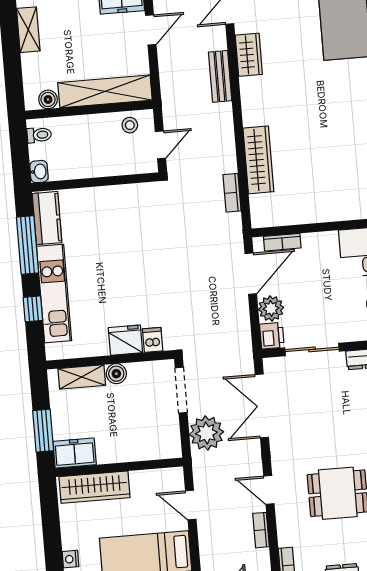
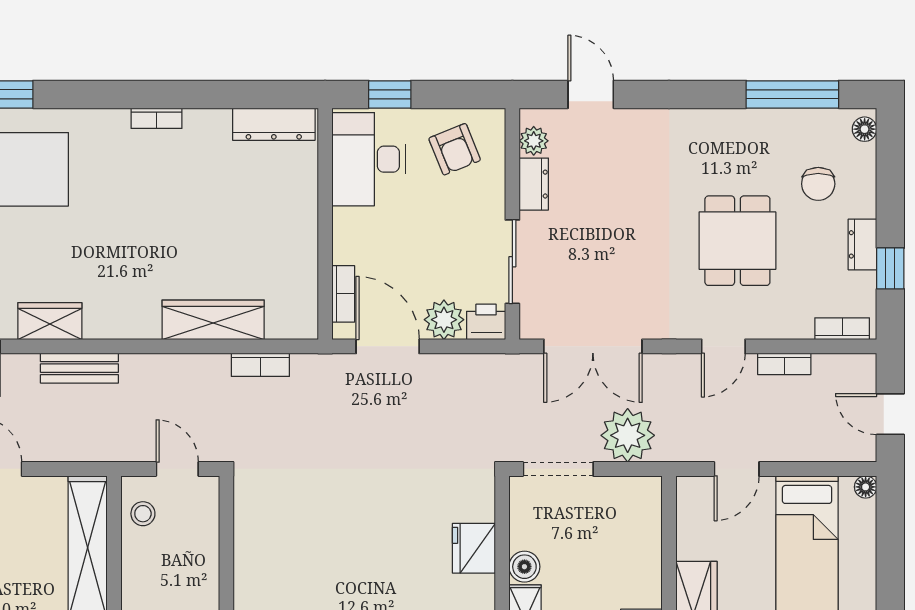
dishwasher: (153, 340) -> (477, 506), removed

